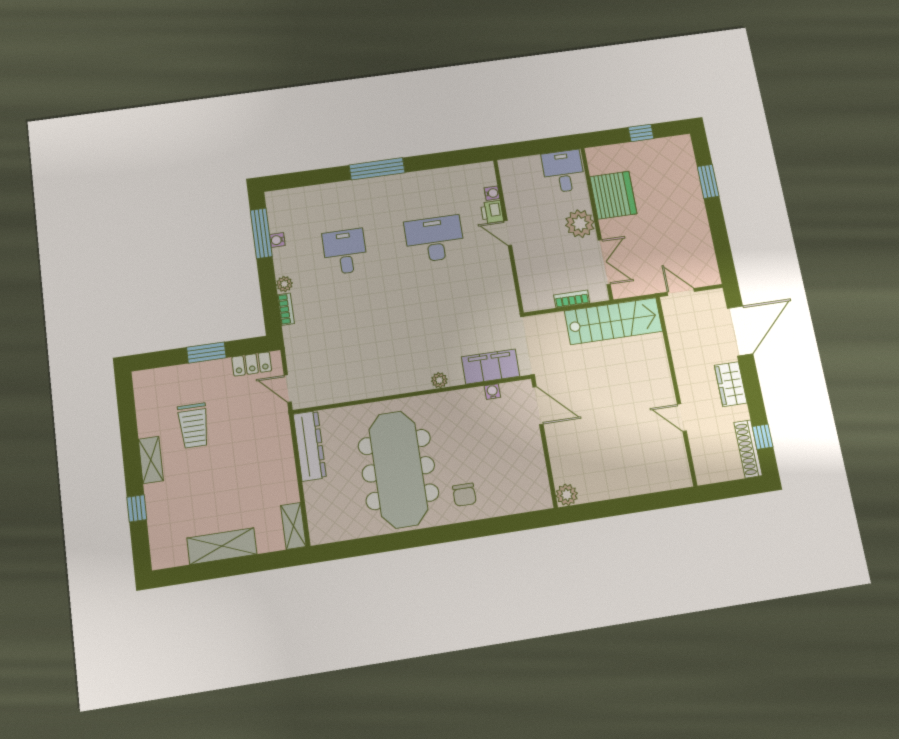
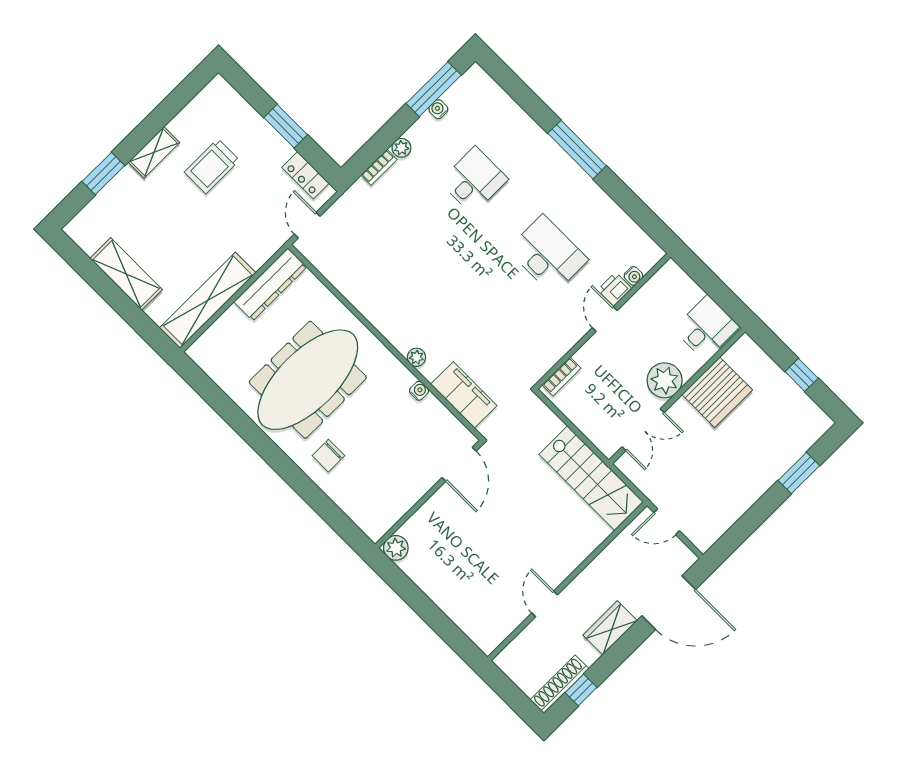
door: (681, 292) -> (667, 522), swing flipped
bookcase: (572, 299) -> (562, 377), moved, turned 90
water cooler: (492, 392) -> (419, 391), moved
window: (137, 508) -> (103, 174), width x1.50
shelving: (293, 526) -> (208, 300), width x2.20, depth x1.33

